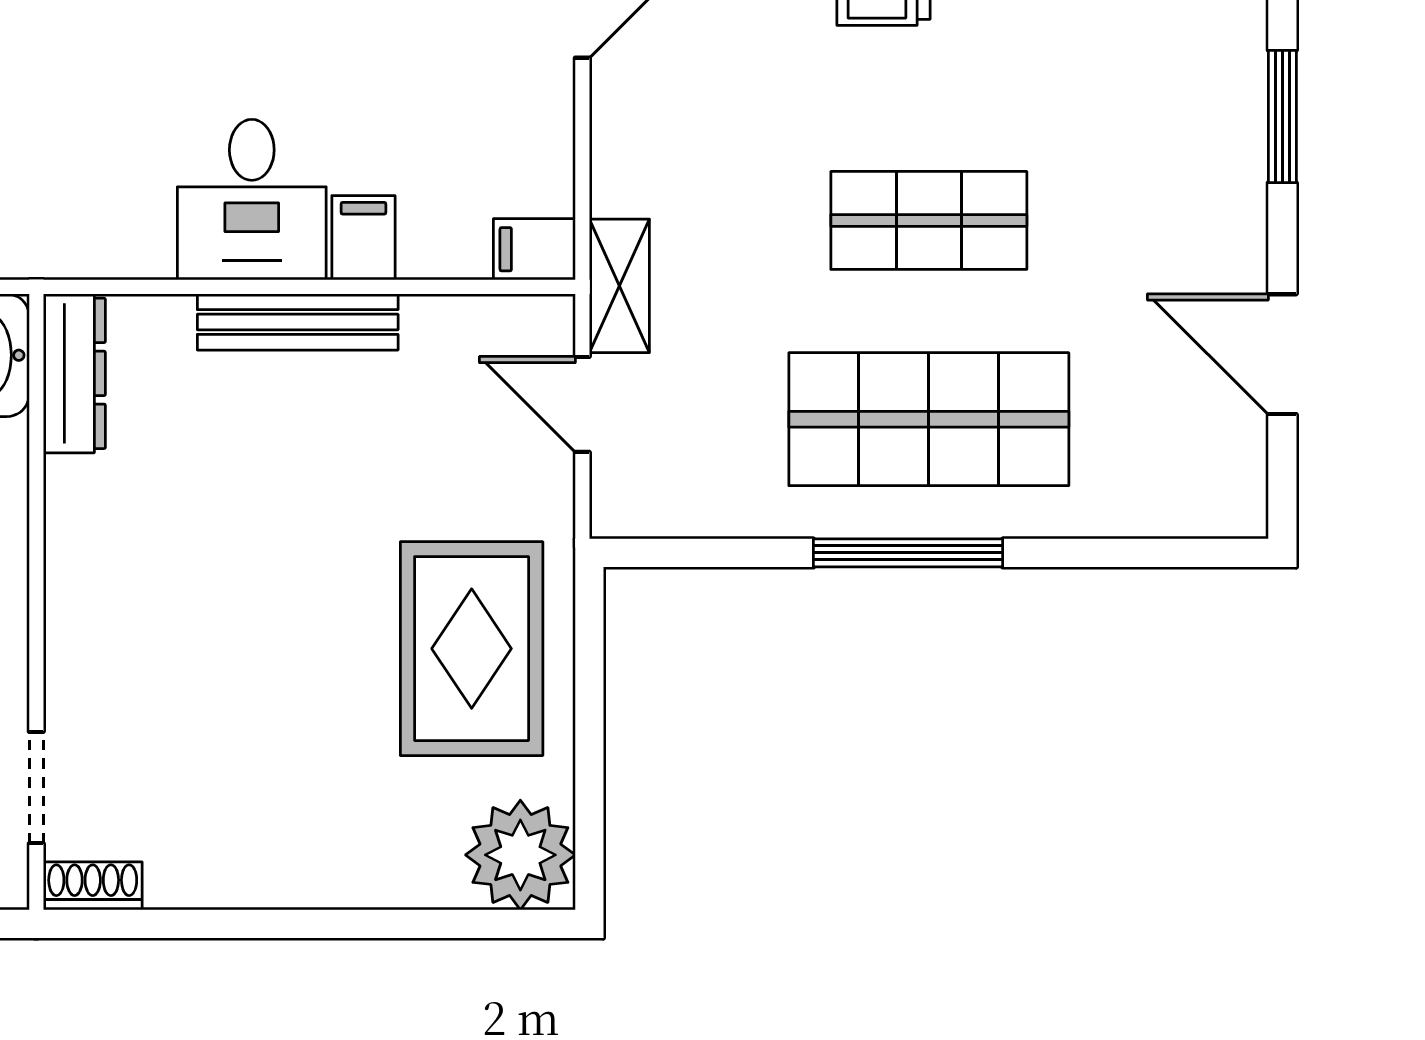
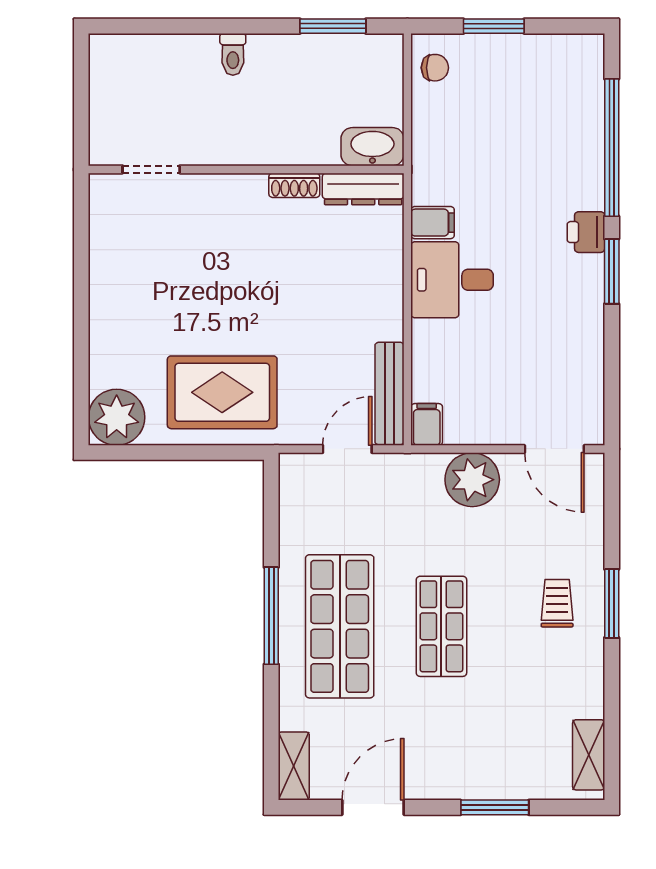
plant: (642, 160) -> (472, 480), added
filing cabinet: (363, 238) -> (433, 223), moved
shelving: (619, 286) -> (294, 766), moved, turned 90
bench: (298, 322) -> (389, 394), moved
shoe rack: (93, 886) -> (294, 185), moved, turned 90

